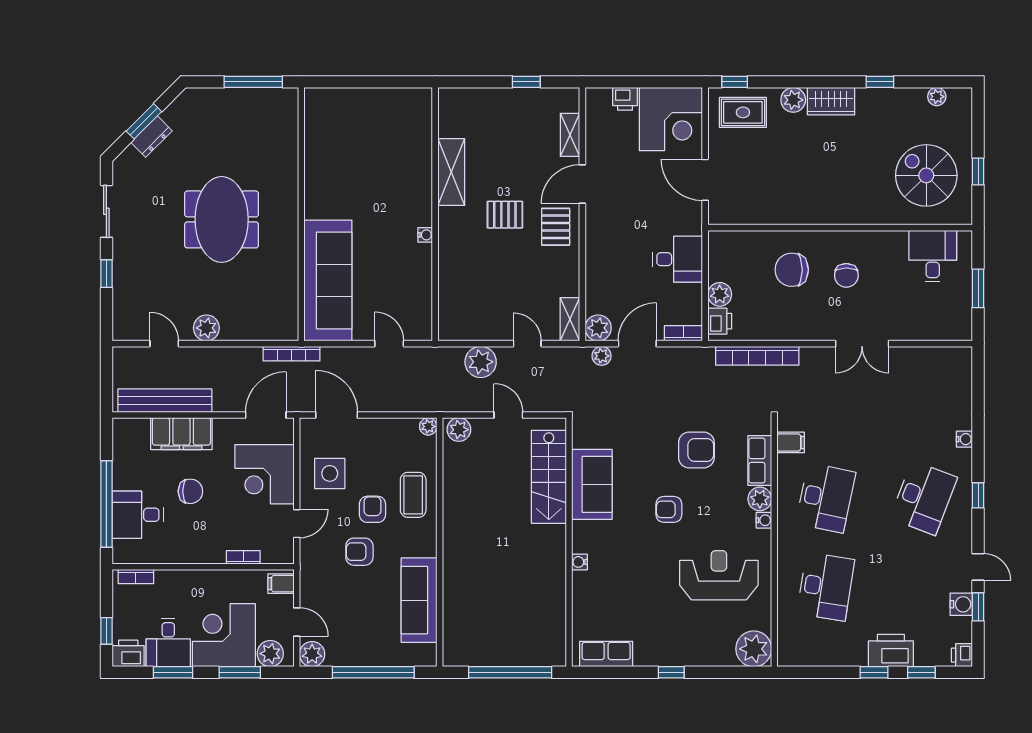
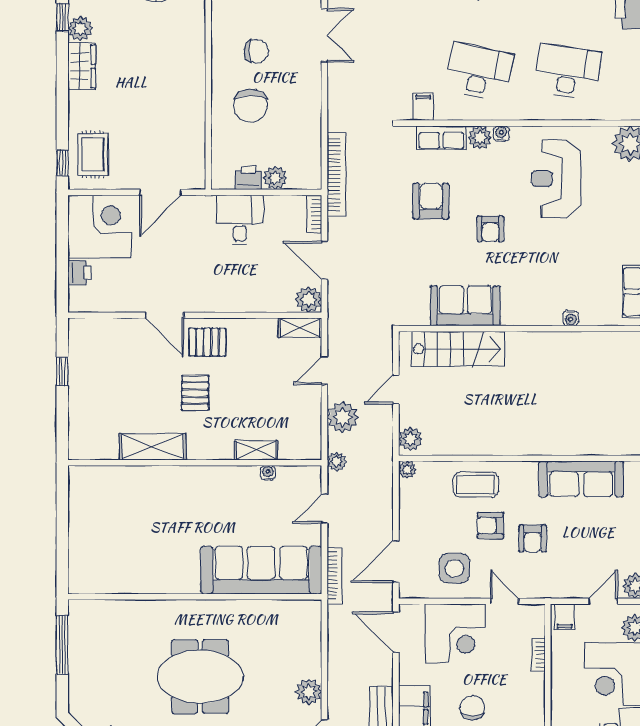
plant: (793, 100) -> (80, 28), moved
shelving: (570, 135) -> (256, 450), moved
water cooler: (425, 235) -> (268, 473), moved
printer: (720, 321) -> (248, 178), moved
bookcase: (292, 354) -> (334, 576), moved
plant: (602, 356) -> (337, 462), moved
bookcase: (757, 356) -> (337, 174), moved
water cooler: (580, 562) -> (571, 318), moved

